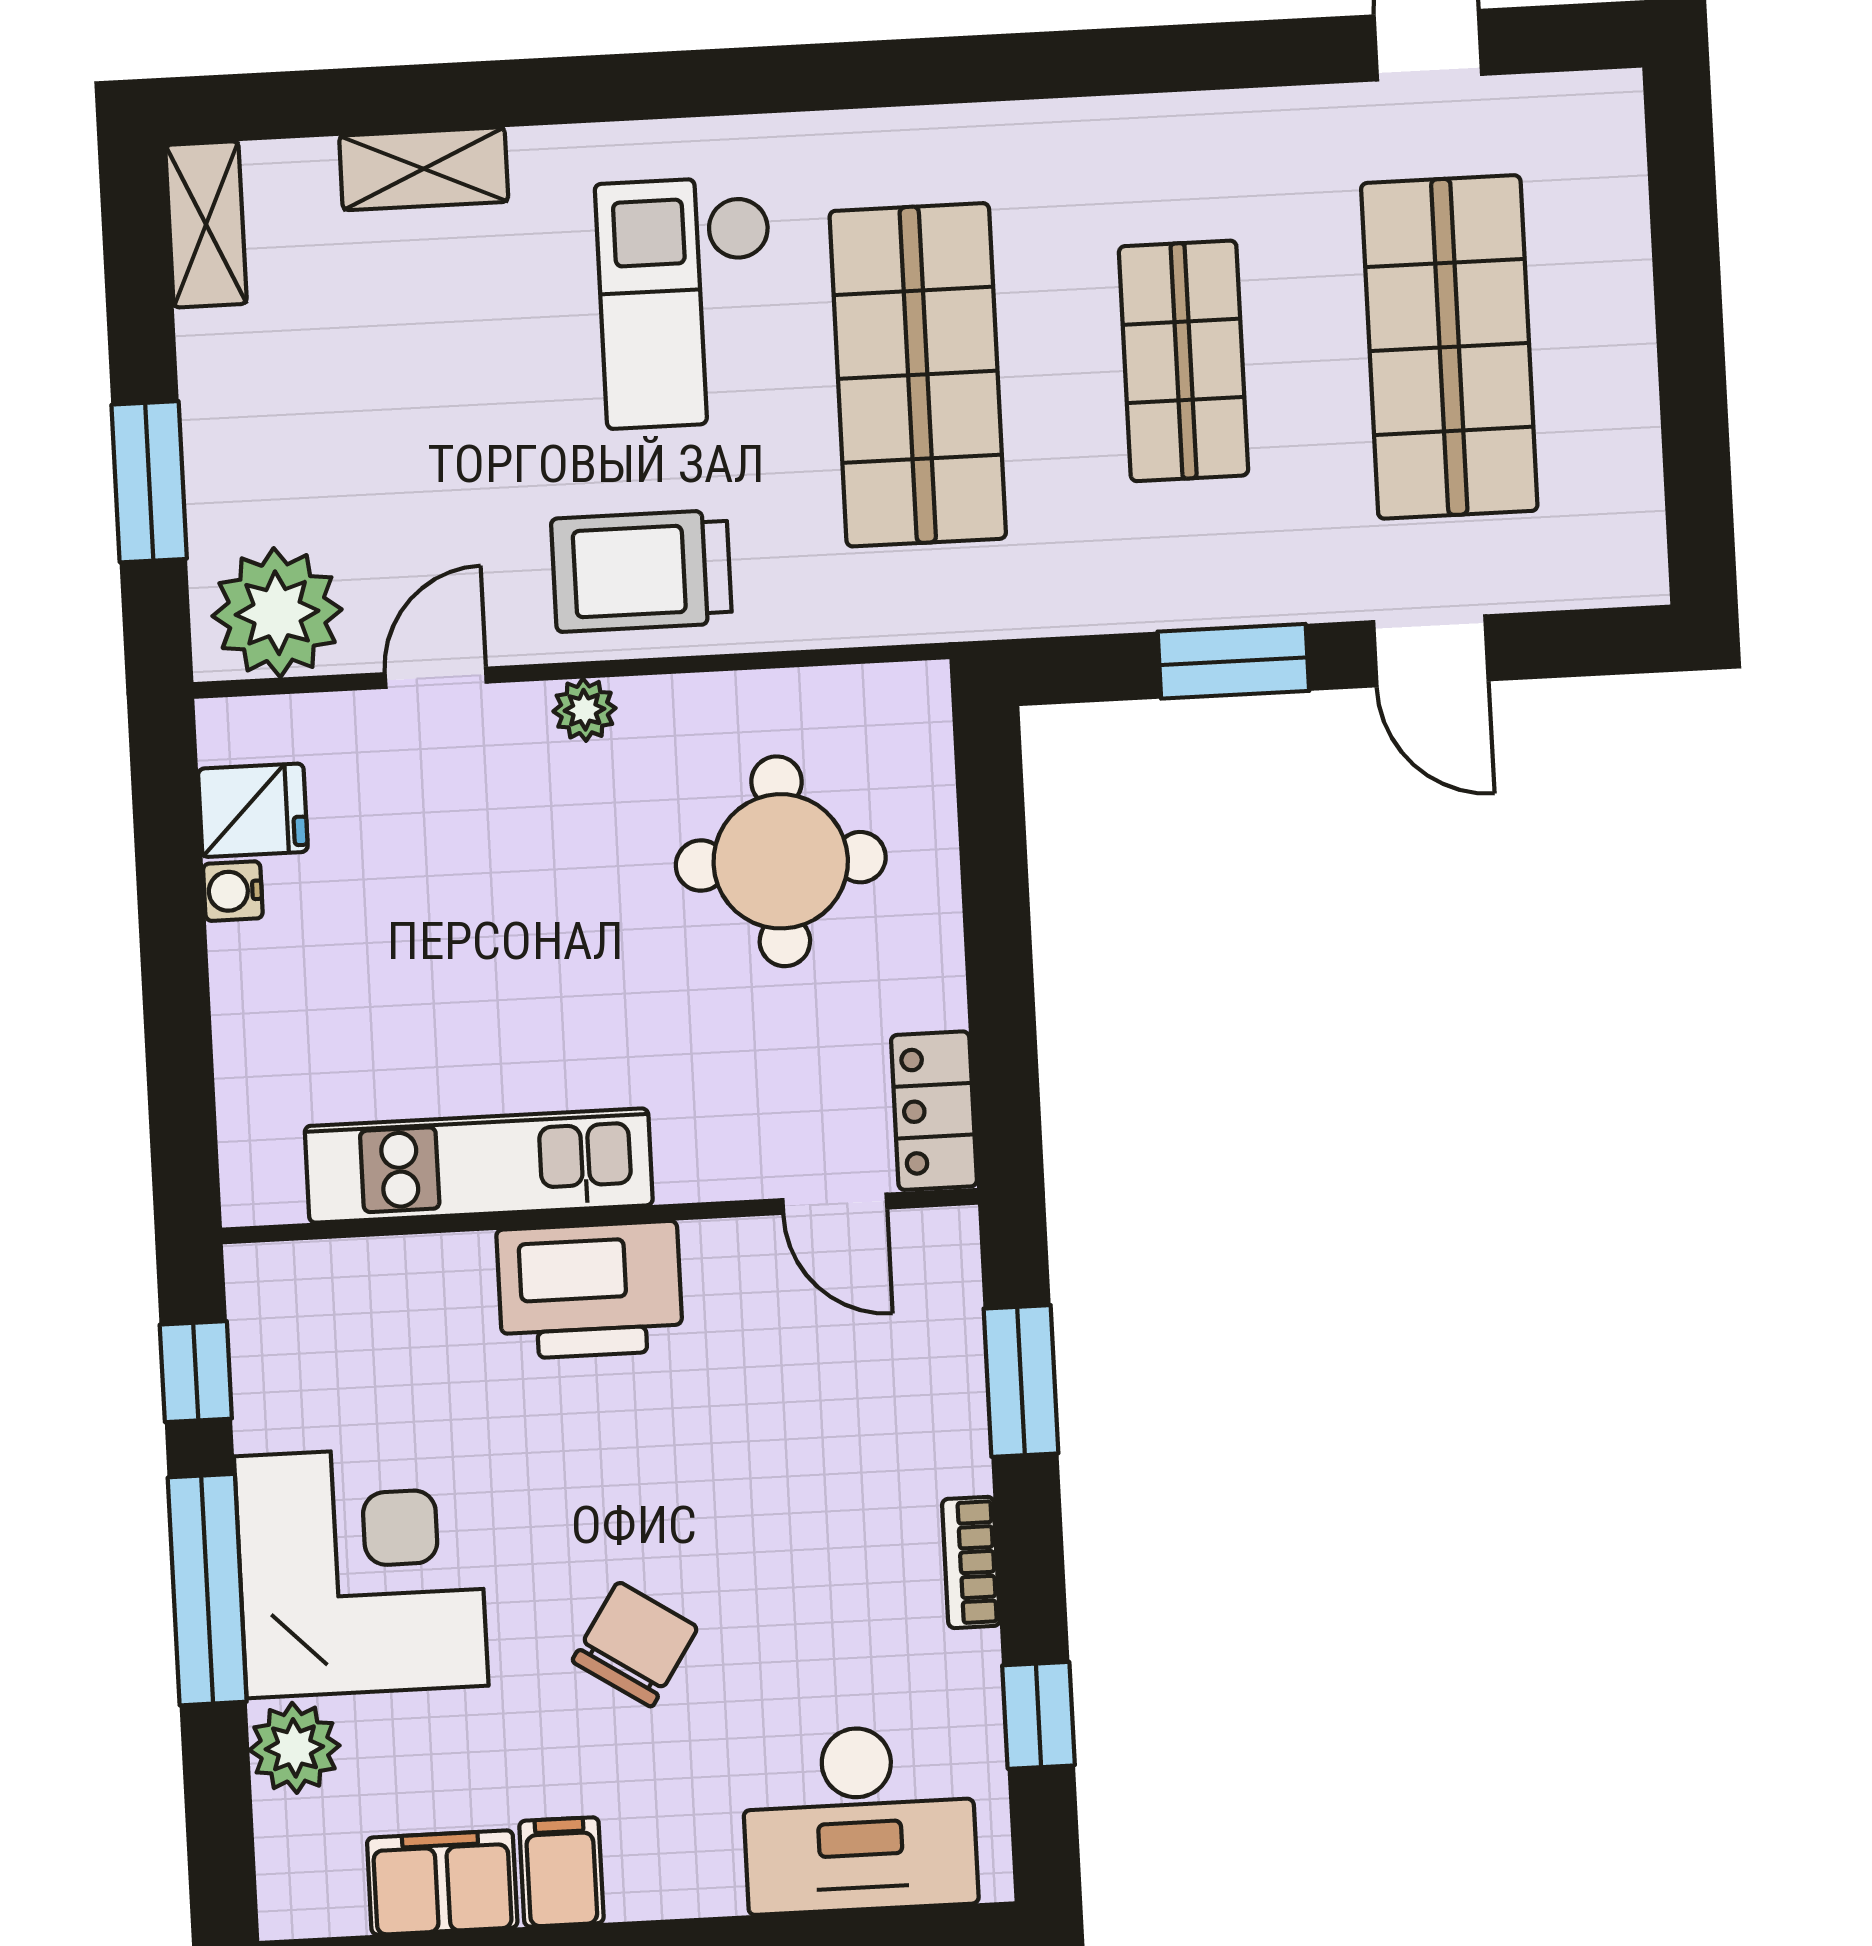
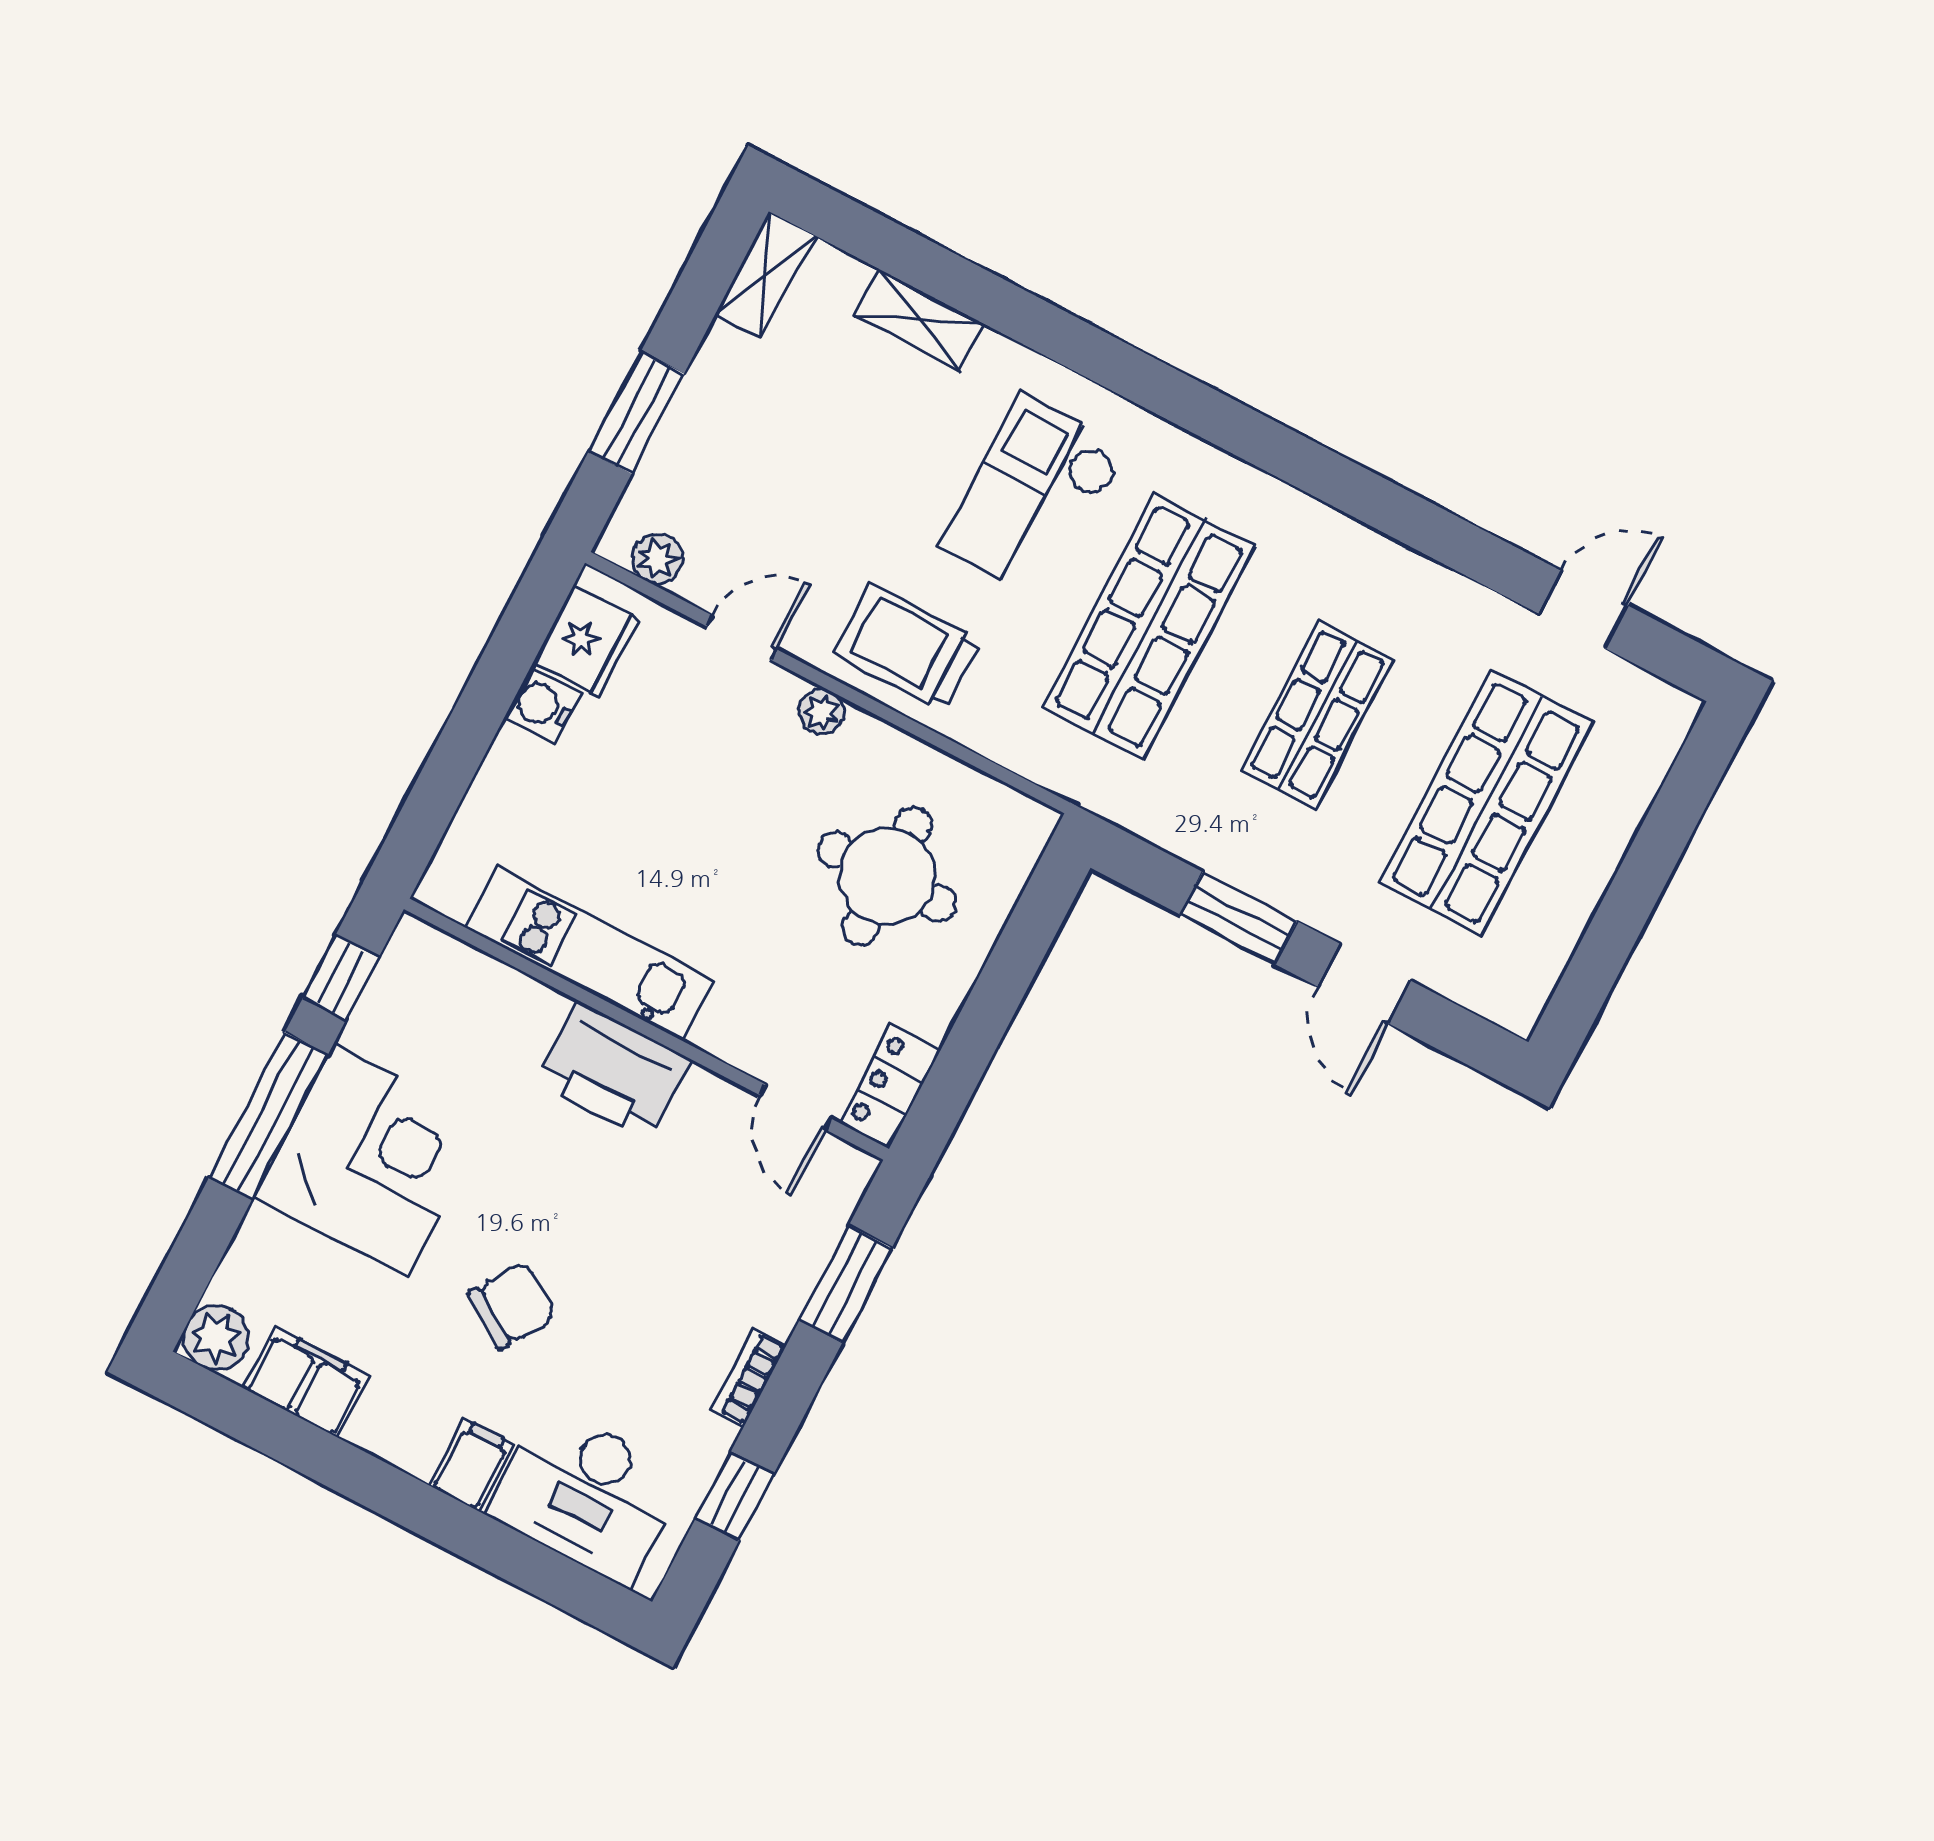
plant: (277, 613) -> (657, 559), width x0.53, depth x0.53
fridge: (253, 810) -> (586, 642), width x1.38
water cooler: (233, 891) -> (542, 706), width x1.38, depth x1.38
plant: (294, 1748) -> (216, 1338), moved
filing cabinet: (561, 1872) -> (472, 1465), moved

